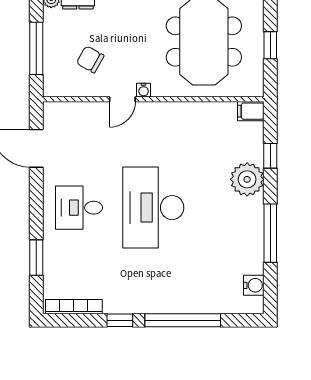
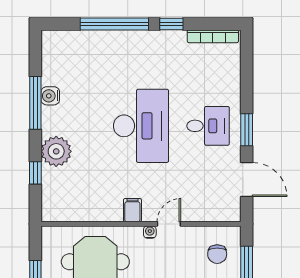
chair: (90, 59) -> (217, 254), moved, turned 61
filing cabinet: (251, 111) -> (132, 210), moved, turned -90
window: (36, 258) -> (247, 130), moved
water cooler: (254, 285) -> (50, 96), moved

